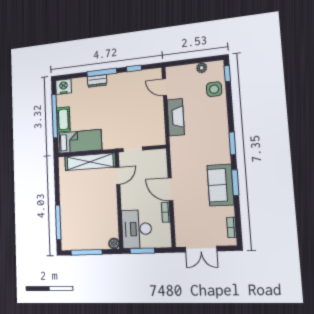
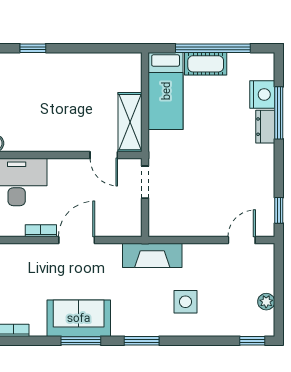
window: (134, 68) -> (279, 210), moved
window: (102, 72) -> (279, 113), moved
nightstand: (64, 87) -> (262, 94), moved
side table: (214, 89) -> (185, 302), moved
fireplace: (176, 117) -> (152, 255), moved
shelving: (90, 162) -> (130, 122), width x0.68
window: (58, 222) -> (33, 48), width x0.46

